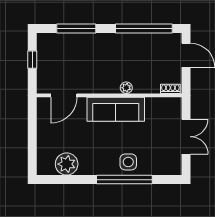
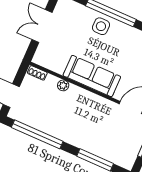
plant: (126, 88) -> (63, 85), moved

